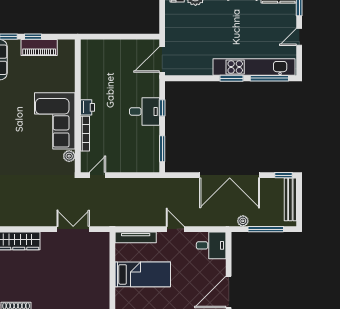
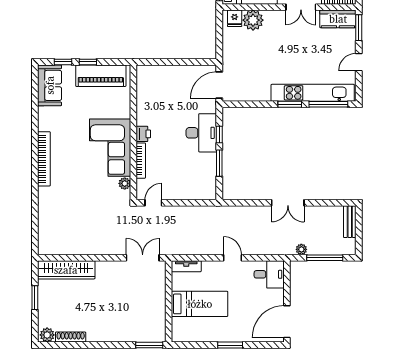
piano: (39, 48) -> (101, 76), width x1.37, depth x1.33
desk: (145, 111) -> (201, 133), width x1.37
window: (162, 149) -> (219, 163), moved
double door: (230, 175) -> (288, 203), width x0.54
window: (283, 175) -> (343, 203), removed
bench: (290, 199) -> (350, 222), width x0.73
double door: (73, 229) -> (143, 258), moved
tv unit: (136, 237) -> (186, 266), width x0.71

